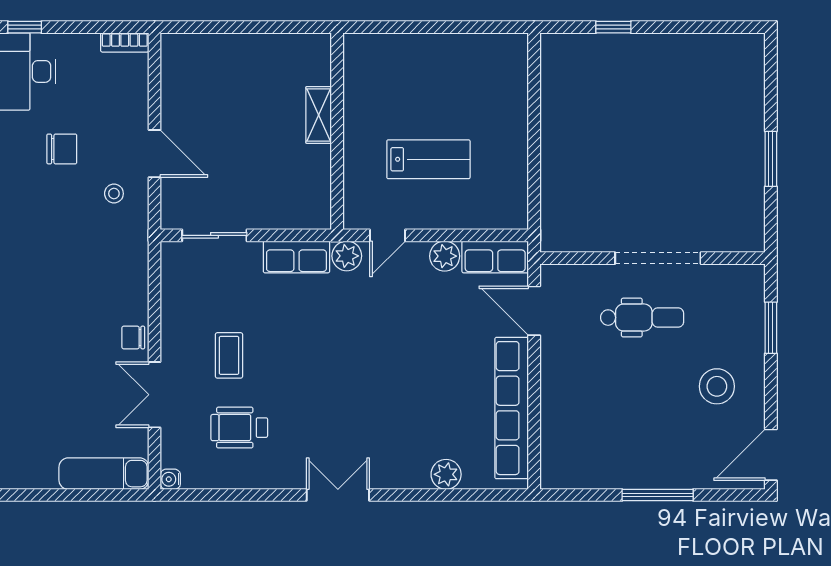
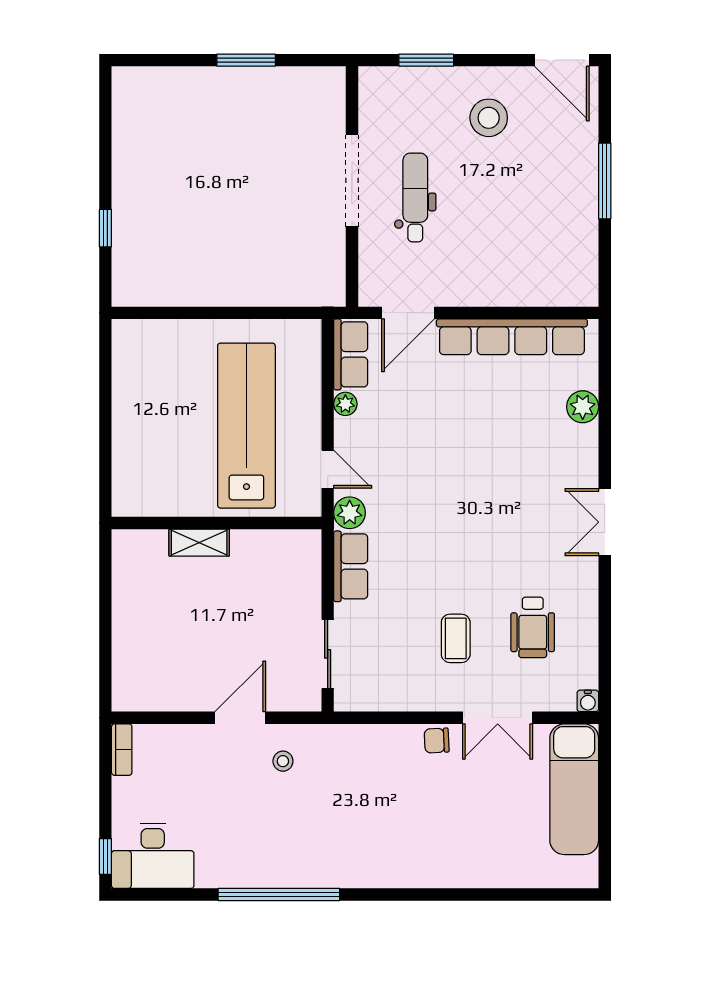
chair: (62, 149) -> (235, 817), removed
lab bench: (428, 159) -> (246, 426), width x1.86, depth x1.39
plant: (445, 256) -> (345, 404), width x0.73, depth x0.73
chair: (133, 338) -> (437, 741), turned 87
coffee table: (229, 355) -> (456, 638), turned 90
exam couch: (104, 474) -> (574, 789), width x1.36, depth x1.45

